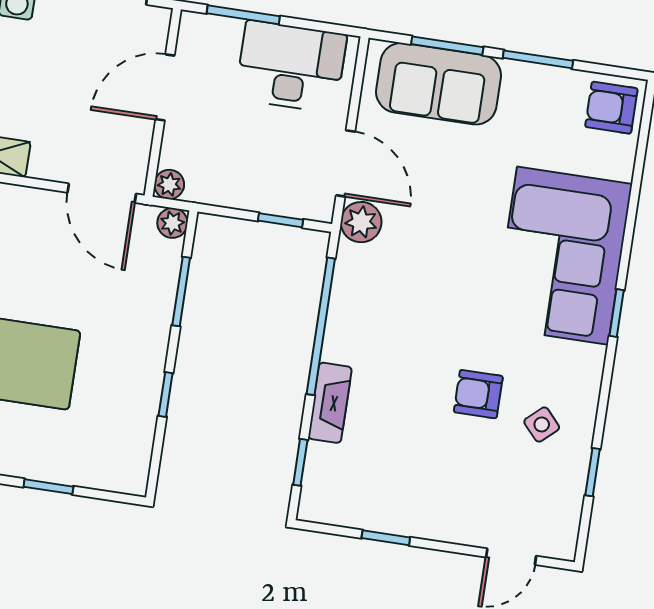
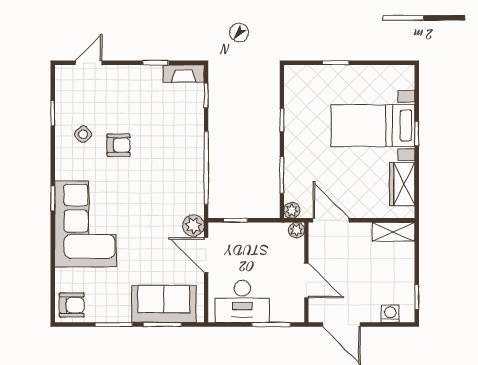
door: (165, 87) -> (306, 280), hinge flipped
fireplace: (330, 403) -> (184, 74), moved, turned -90

